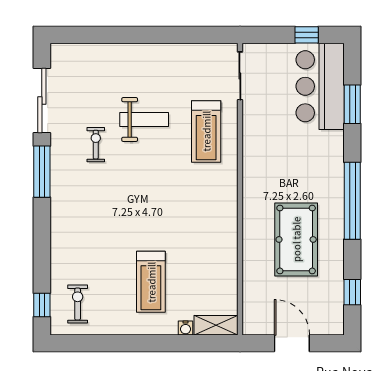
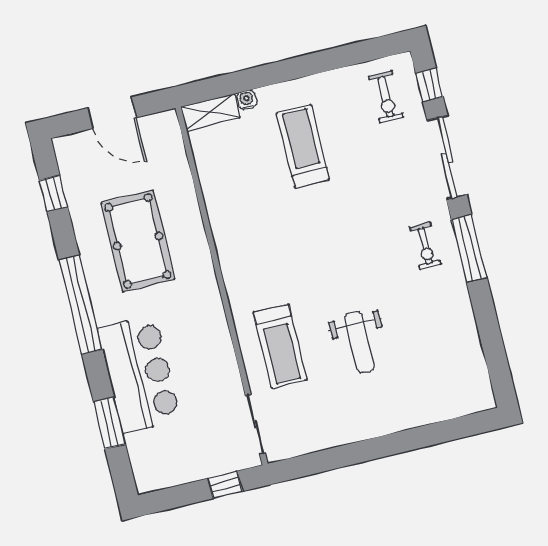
window: (307, 35) -> (225, 485), moved
bar counter: (320, 86) -> (139, 374), moved
sliding door: (42, 101) -> (447, 158), moved
weight bench: (144, 120) -> (360, 342), turned -90
treadmill: (206, 131) -> (280, 346), turned 180
exercise bike: (96, 145) -> (425, 246), moved

